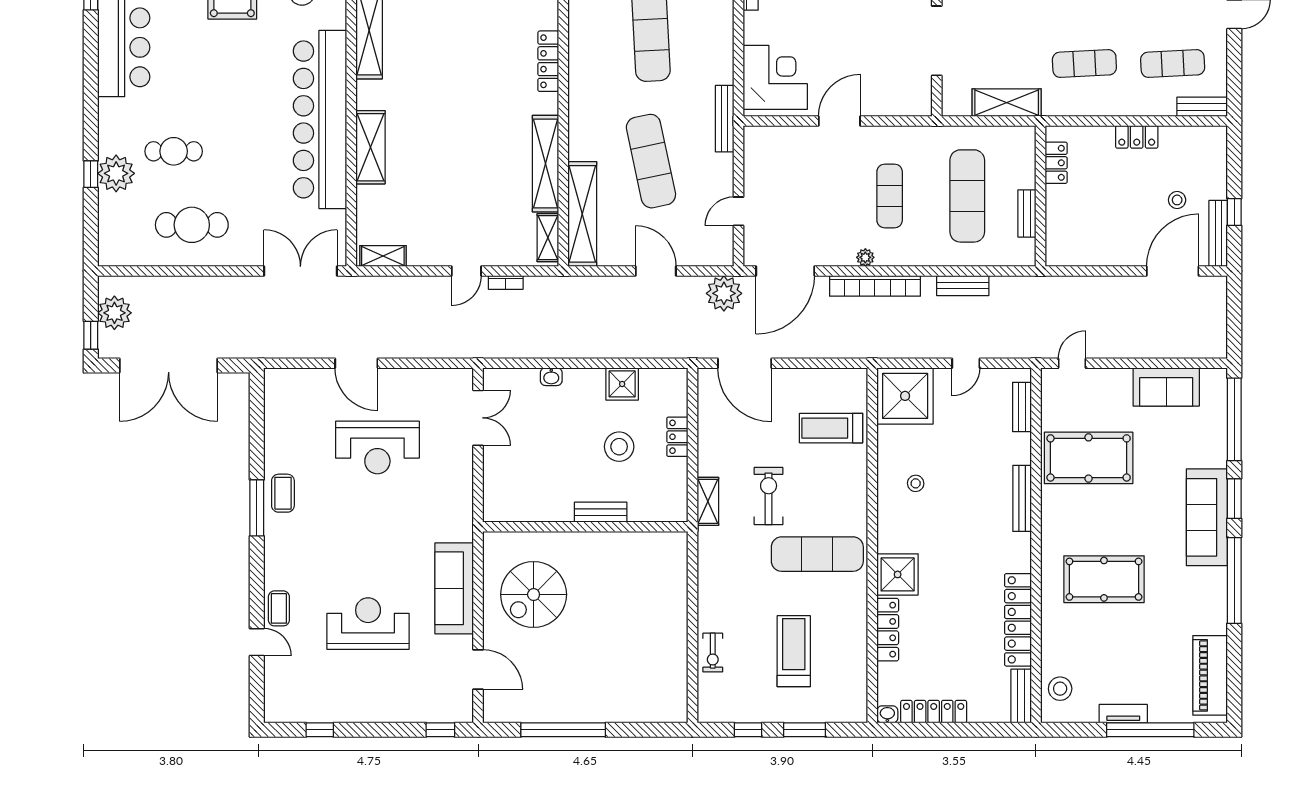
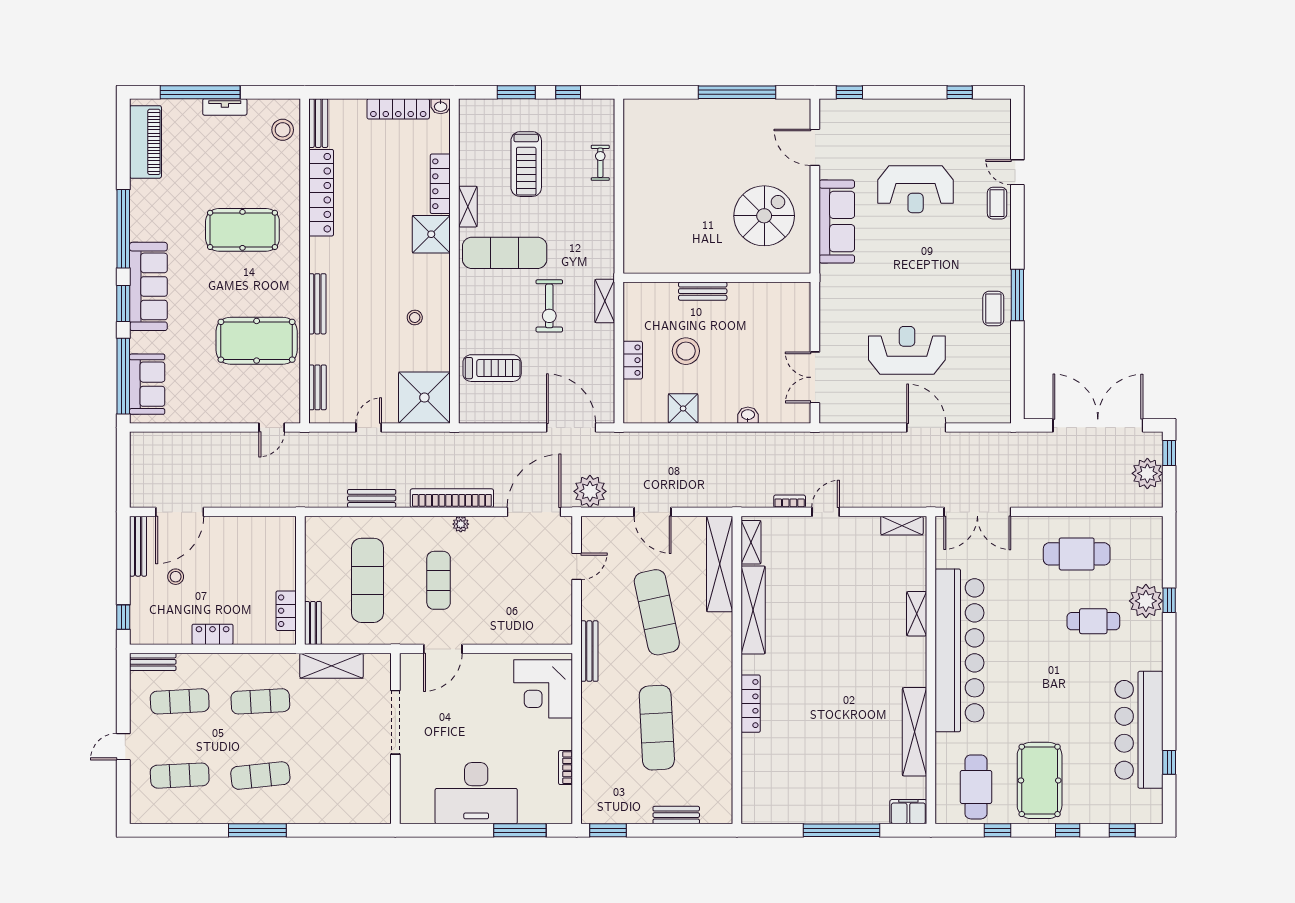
door: (839, 121) -> (443, 649), moved
shelving: (370, 147) -> (917, 614), width x0.67, depth x0.75
window: (1234, 212) -> (123, 617), moved
bench: (1027, 213) -> (313, 623), moved
sofa: (1166, 387) -> (147, 384), moved, turned 90
shelving: (858, 605) -> (468, 207), added

